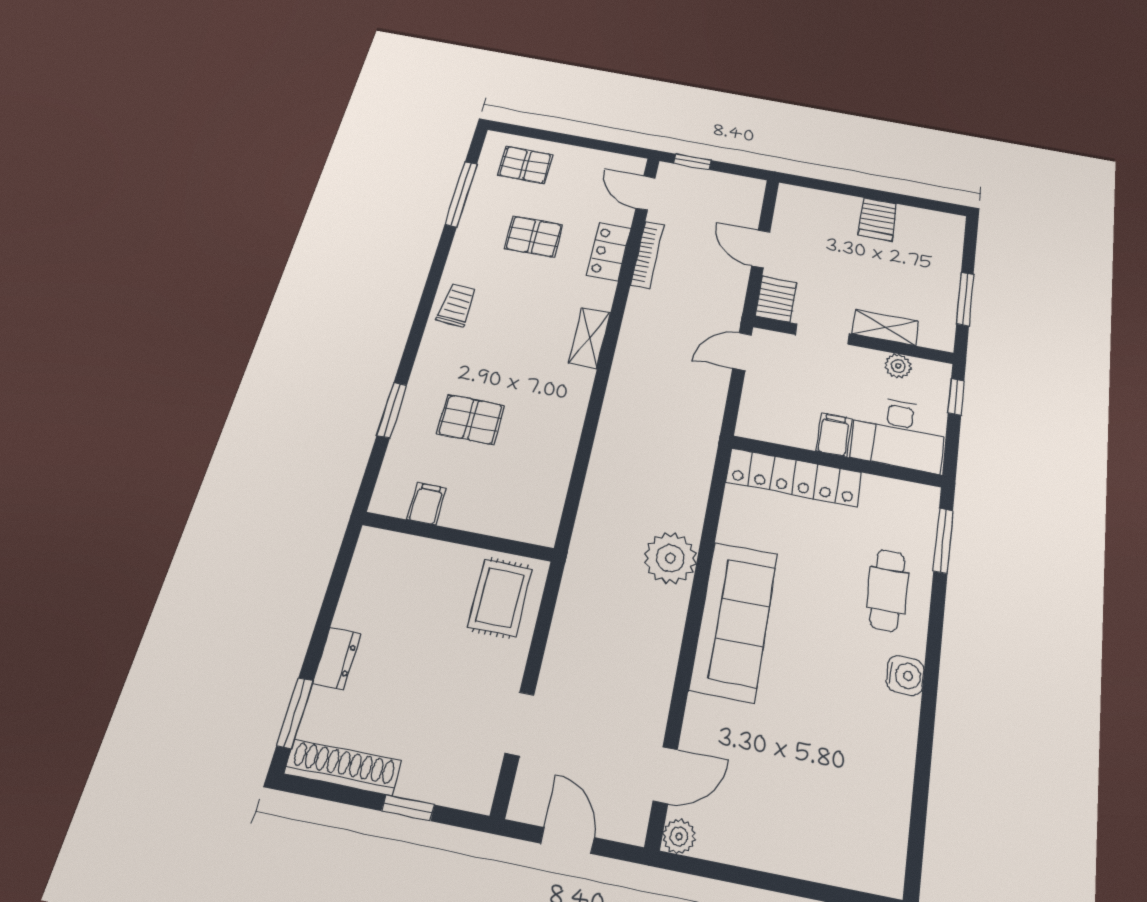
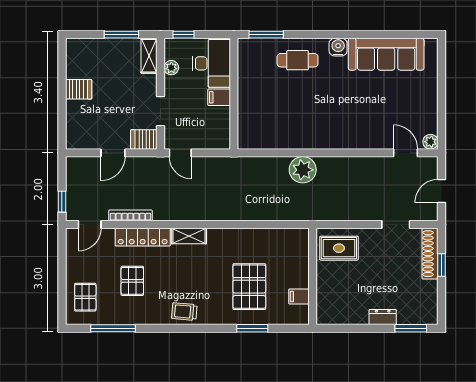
locker: (609, 252) -> (143, 237), width x1.53
shelving: (885, 327) -> (149, 56), moved
pallet: (471, 420) -> (249, 287), width x1.50, depth x1.42
locker: (794, 477) -> (247, 115), removed
sofa: (734, 621) -> (386, 54), moved, turned 180
shoe rack: (343, 767) -> (430, 254), moved

